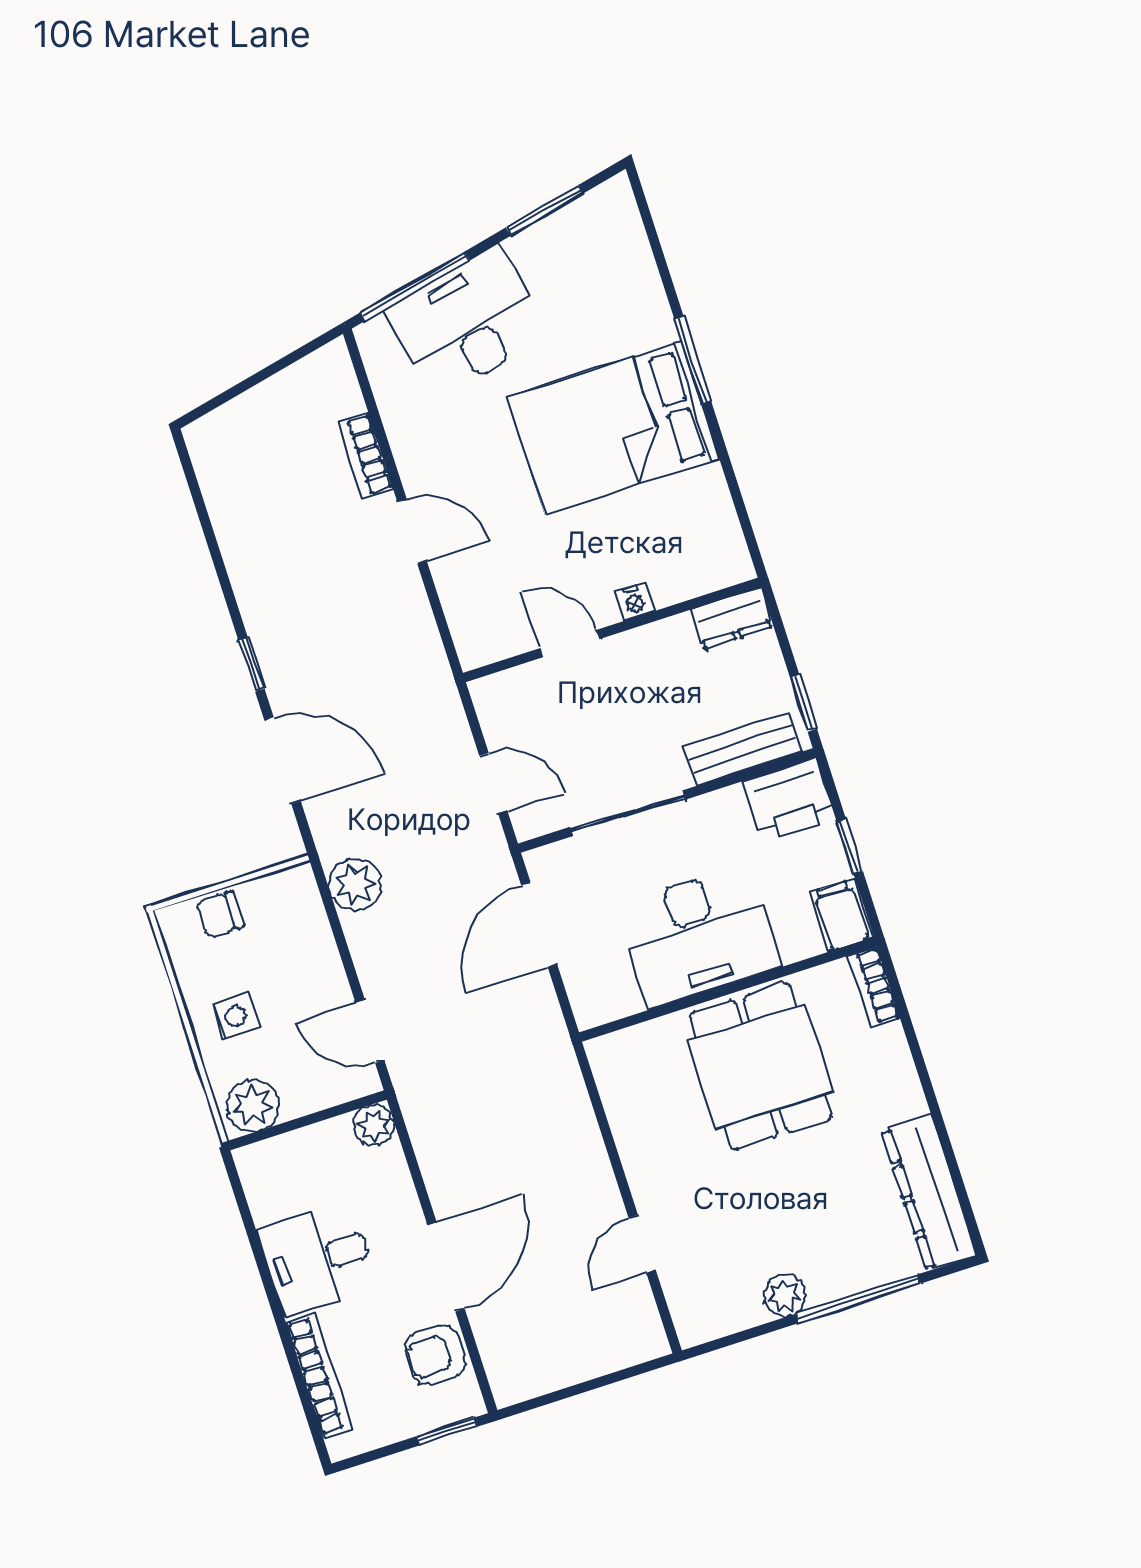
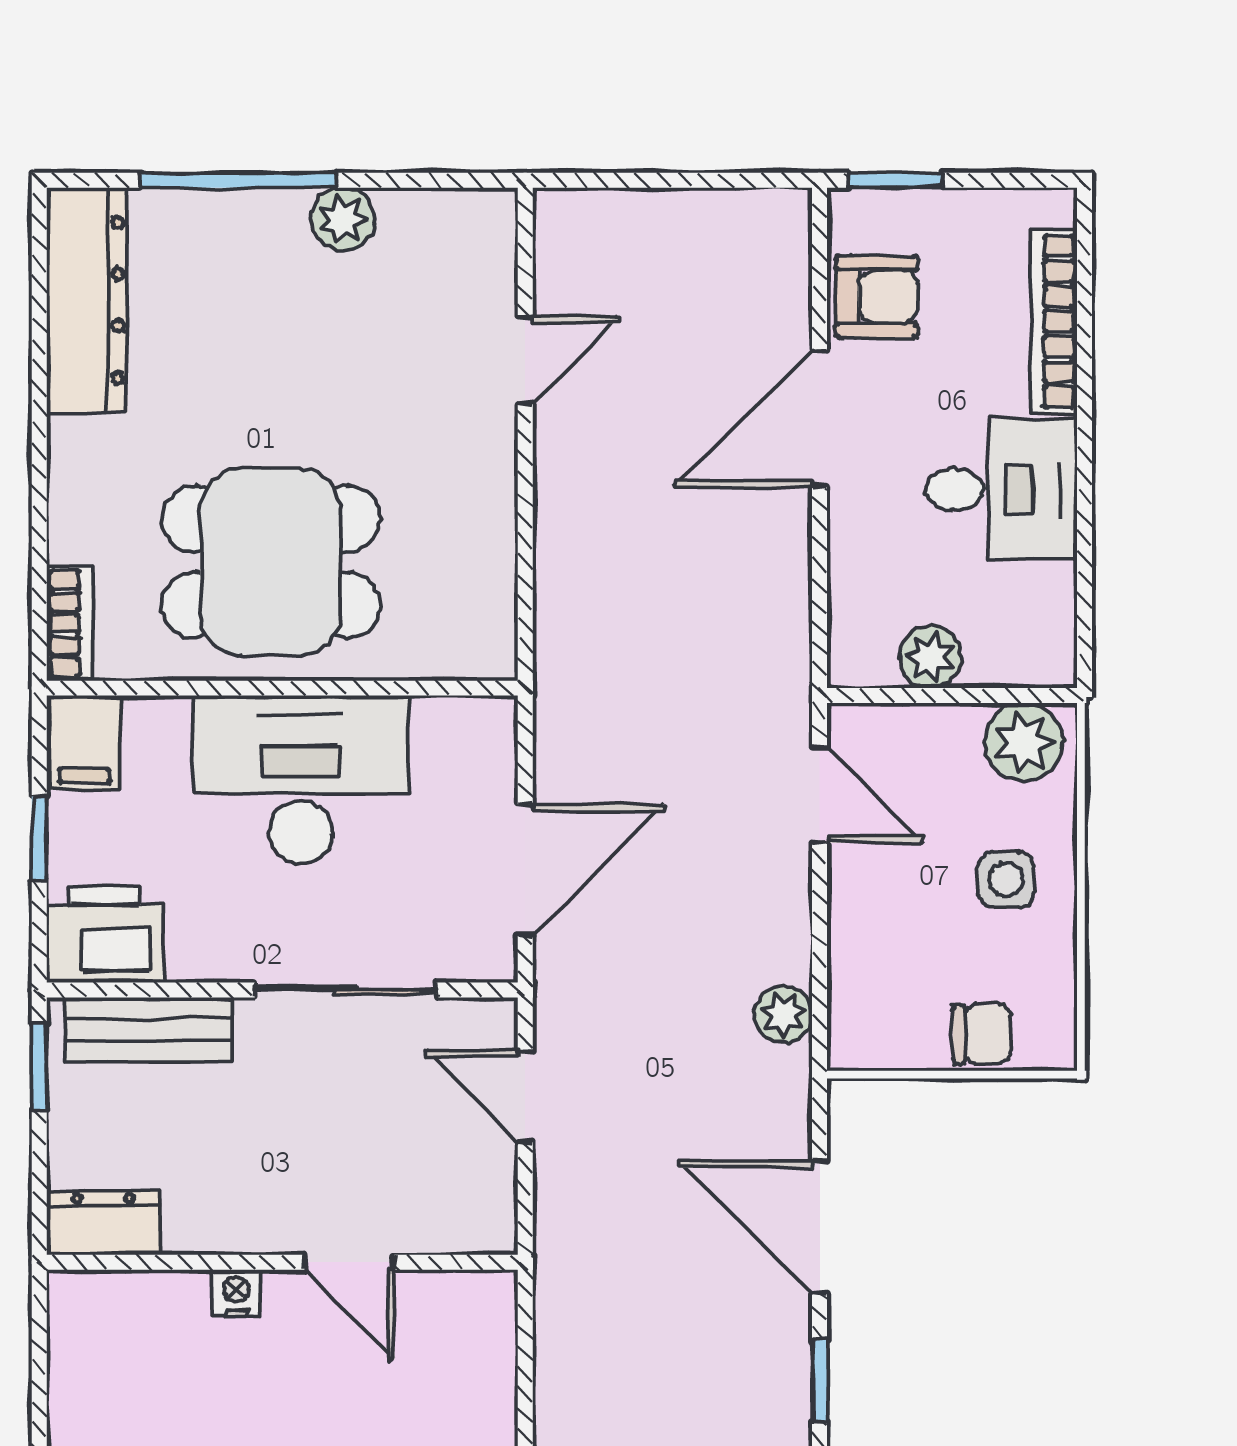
plant: (355, 884) -> (784, 1014), width x0.73, depth x0.73
dining table: (761, 1066) -> (271, 562), turned 90
plant: (374, 1125) -> (931, 657), moved

